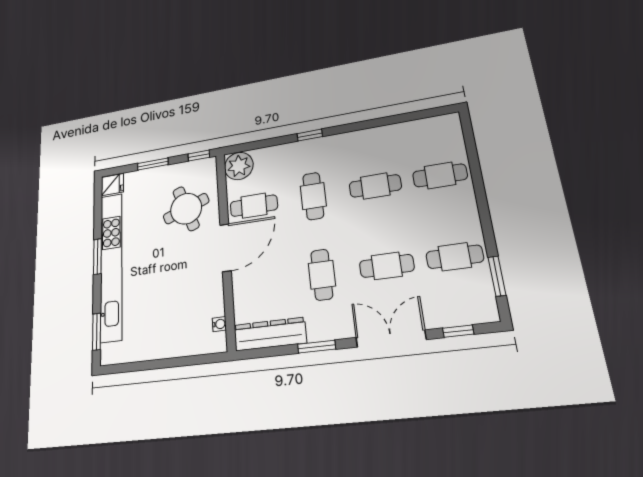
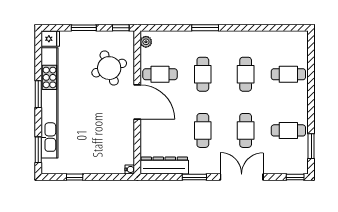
window: (310, 135) -> (205, 28), width x1.50
plant: (239, 166) -> (146, 42), width x0.53, depth x0.53
cafe table: (375, 186) -> (246, 74), turned 90
door: (226, 248) -> (137, 102), hinge flipped
cafe table: (387, 266) -> (246, 130), turned 90
water cooler: (219, 324) -> (130, 169), moved
window: (458, 331) -> (295, 177), moved
window: (144, 366) -> (75, 177), added

